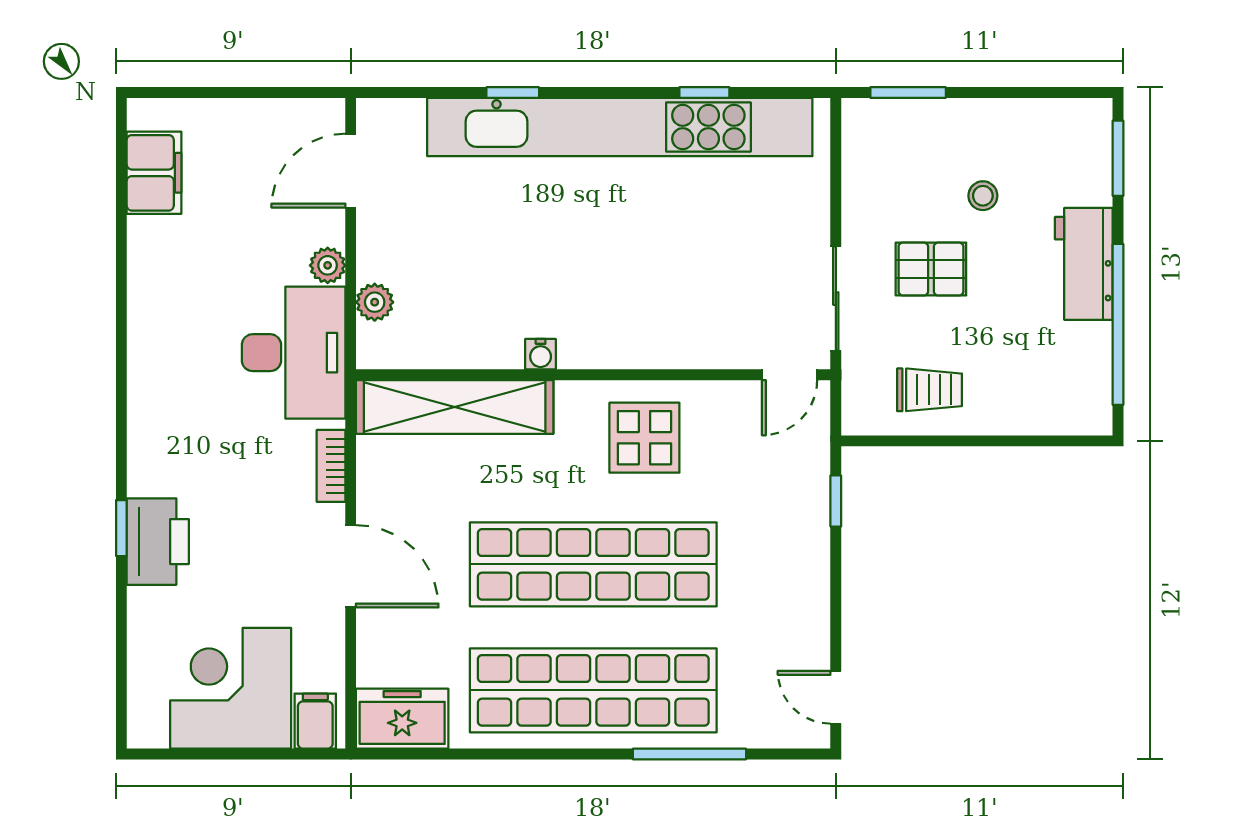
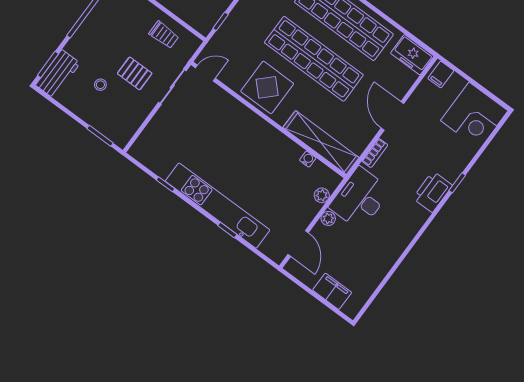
kitchen unit: (620, 127) -> (218, 206), width x0.73
door: (351, 171) -> (298, 243), hinge flipped
filing cabinet: (154, 173) -> (332, 291), moved, turned 90
workbench: (1084, 264) -> (58, 74), moved
water cooler: (541, 354) -> (308, 159), moved
trolley: (930, 390) -> (164, 35), turned 180
display table: (644, 438) -> (267, 87), width x1.36, depth x1.36
printer: (158, 542) -> (433, 192), moved
corner desk: (231, 688) -> (474, 116), moved

